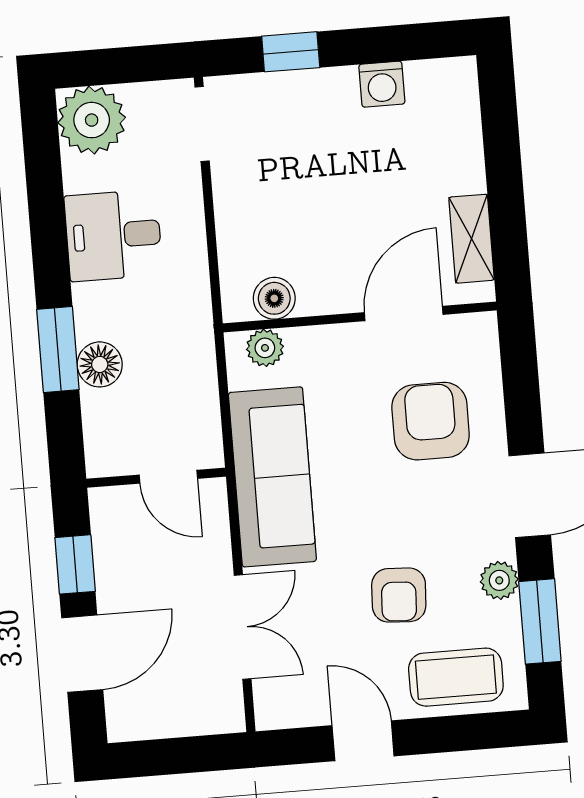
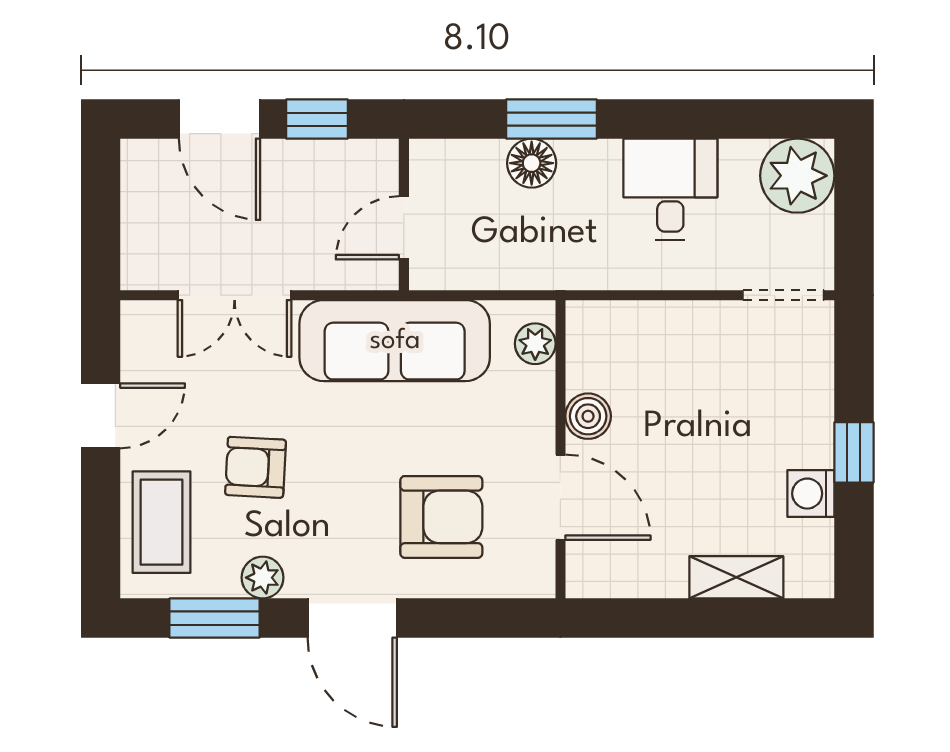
window: (291, 52) -> (854, 452), moved
shelving: (472, 239) -> (736, 577), moved
boiler: (274, 298) -> (588, 416), moved

